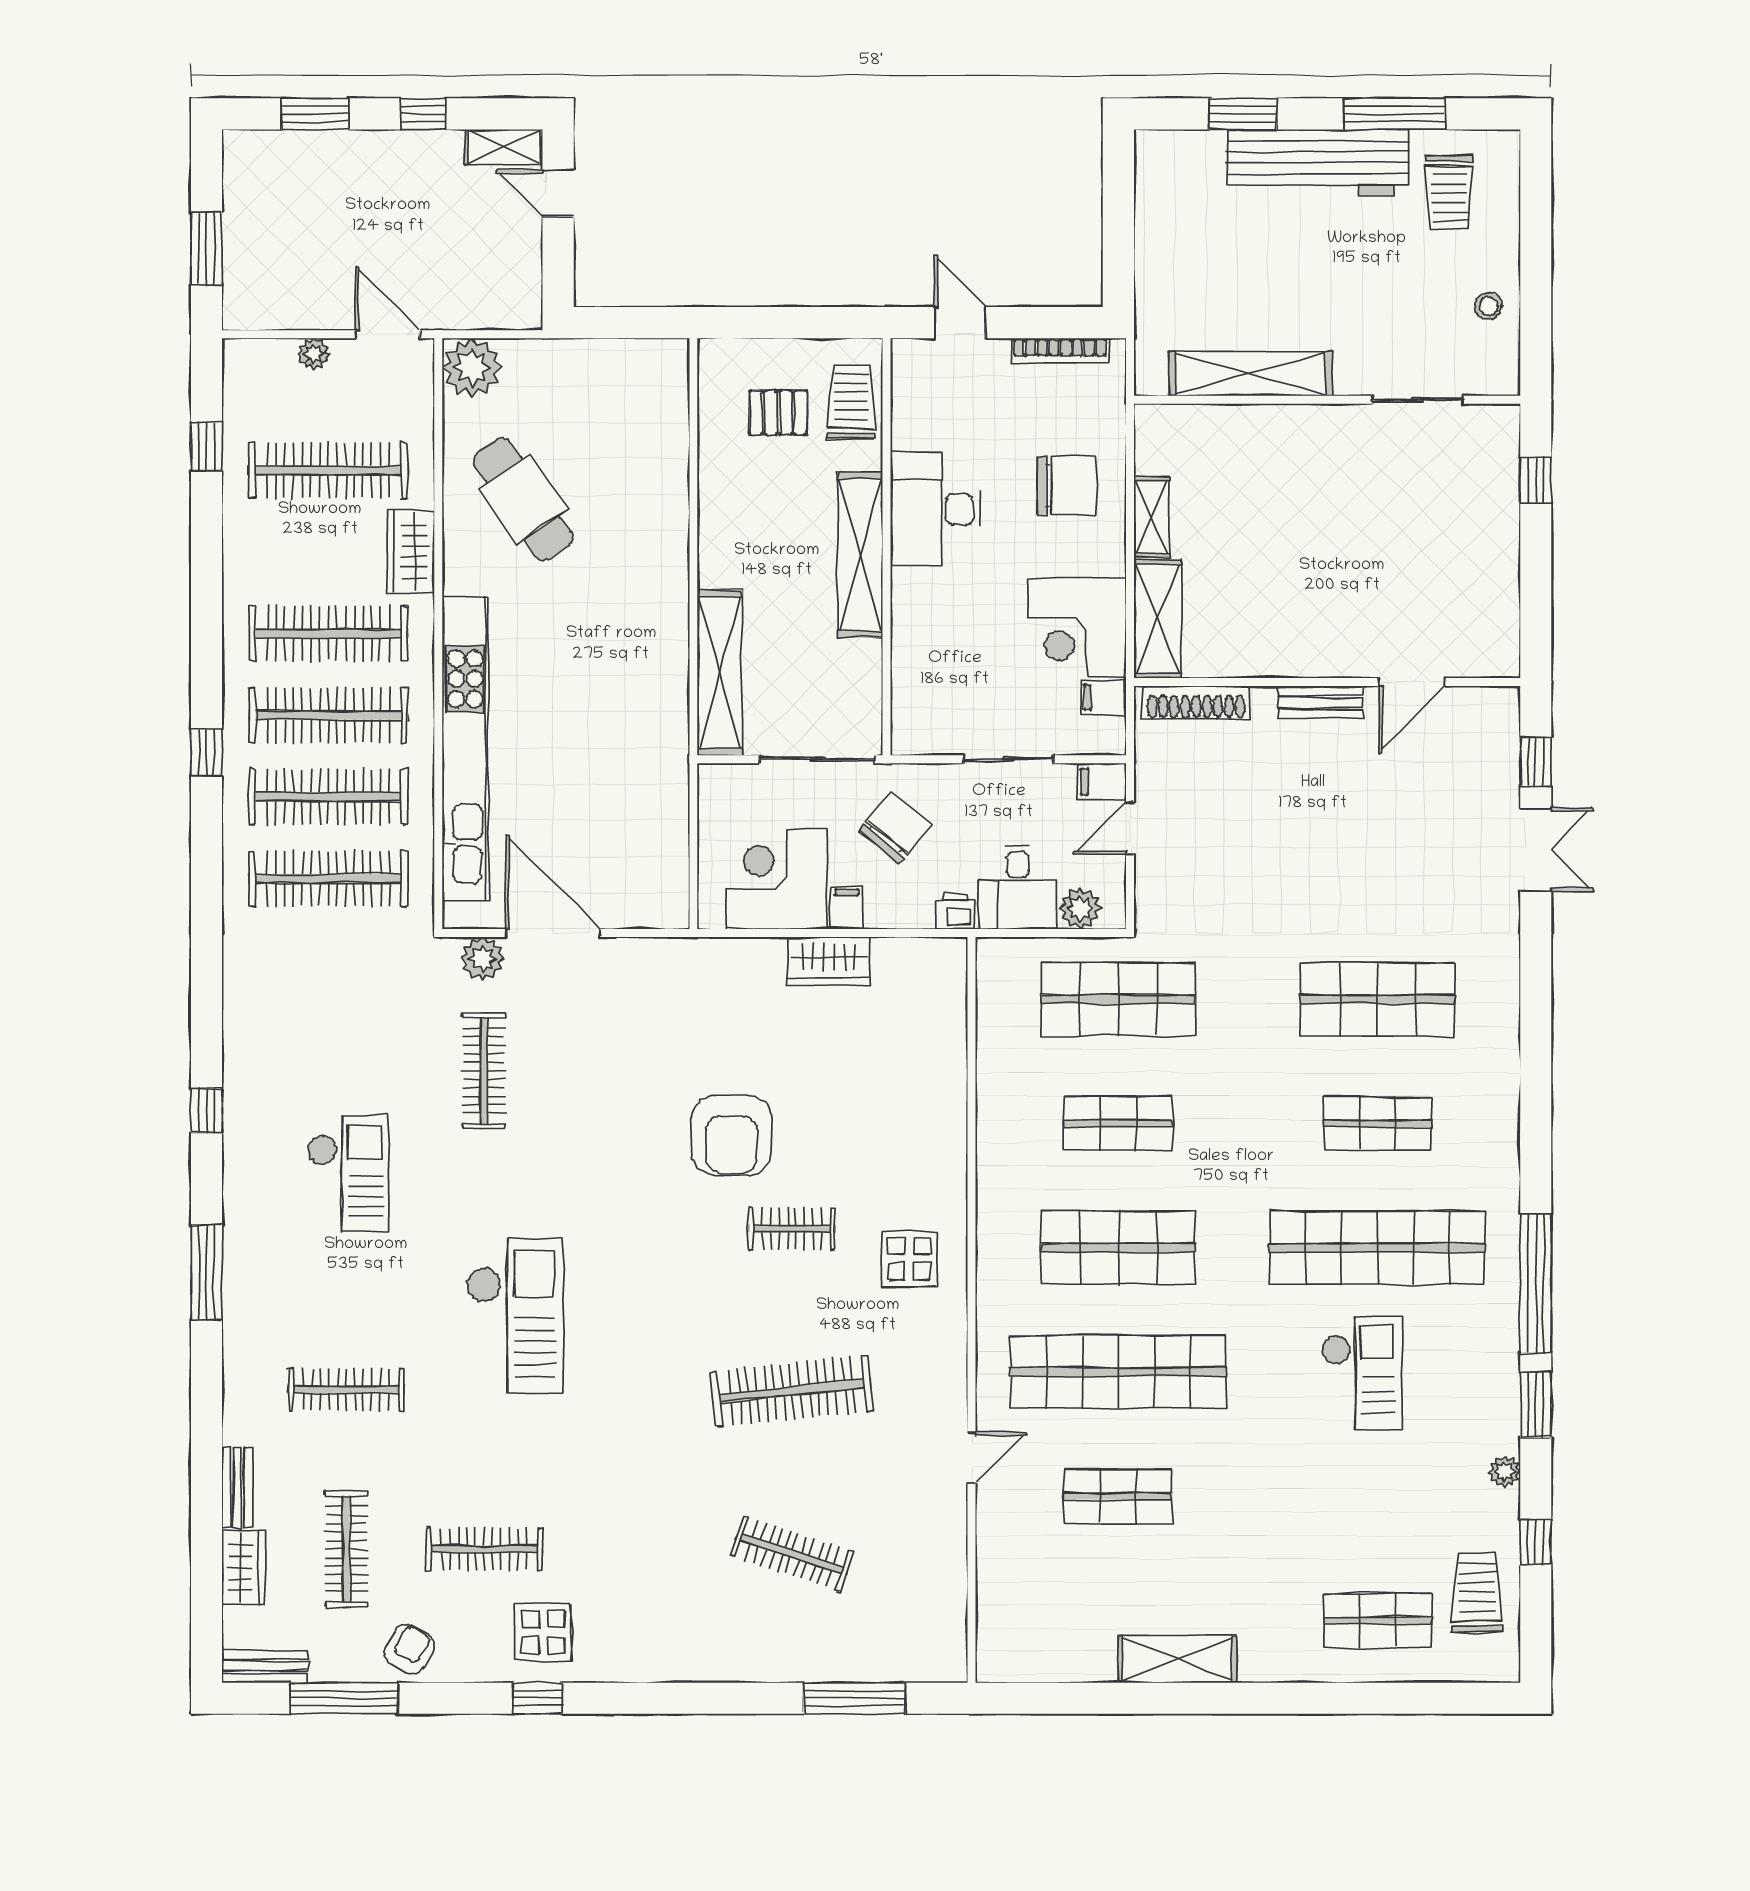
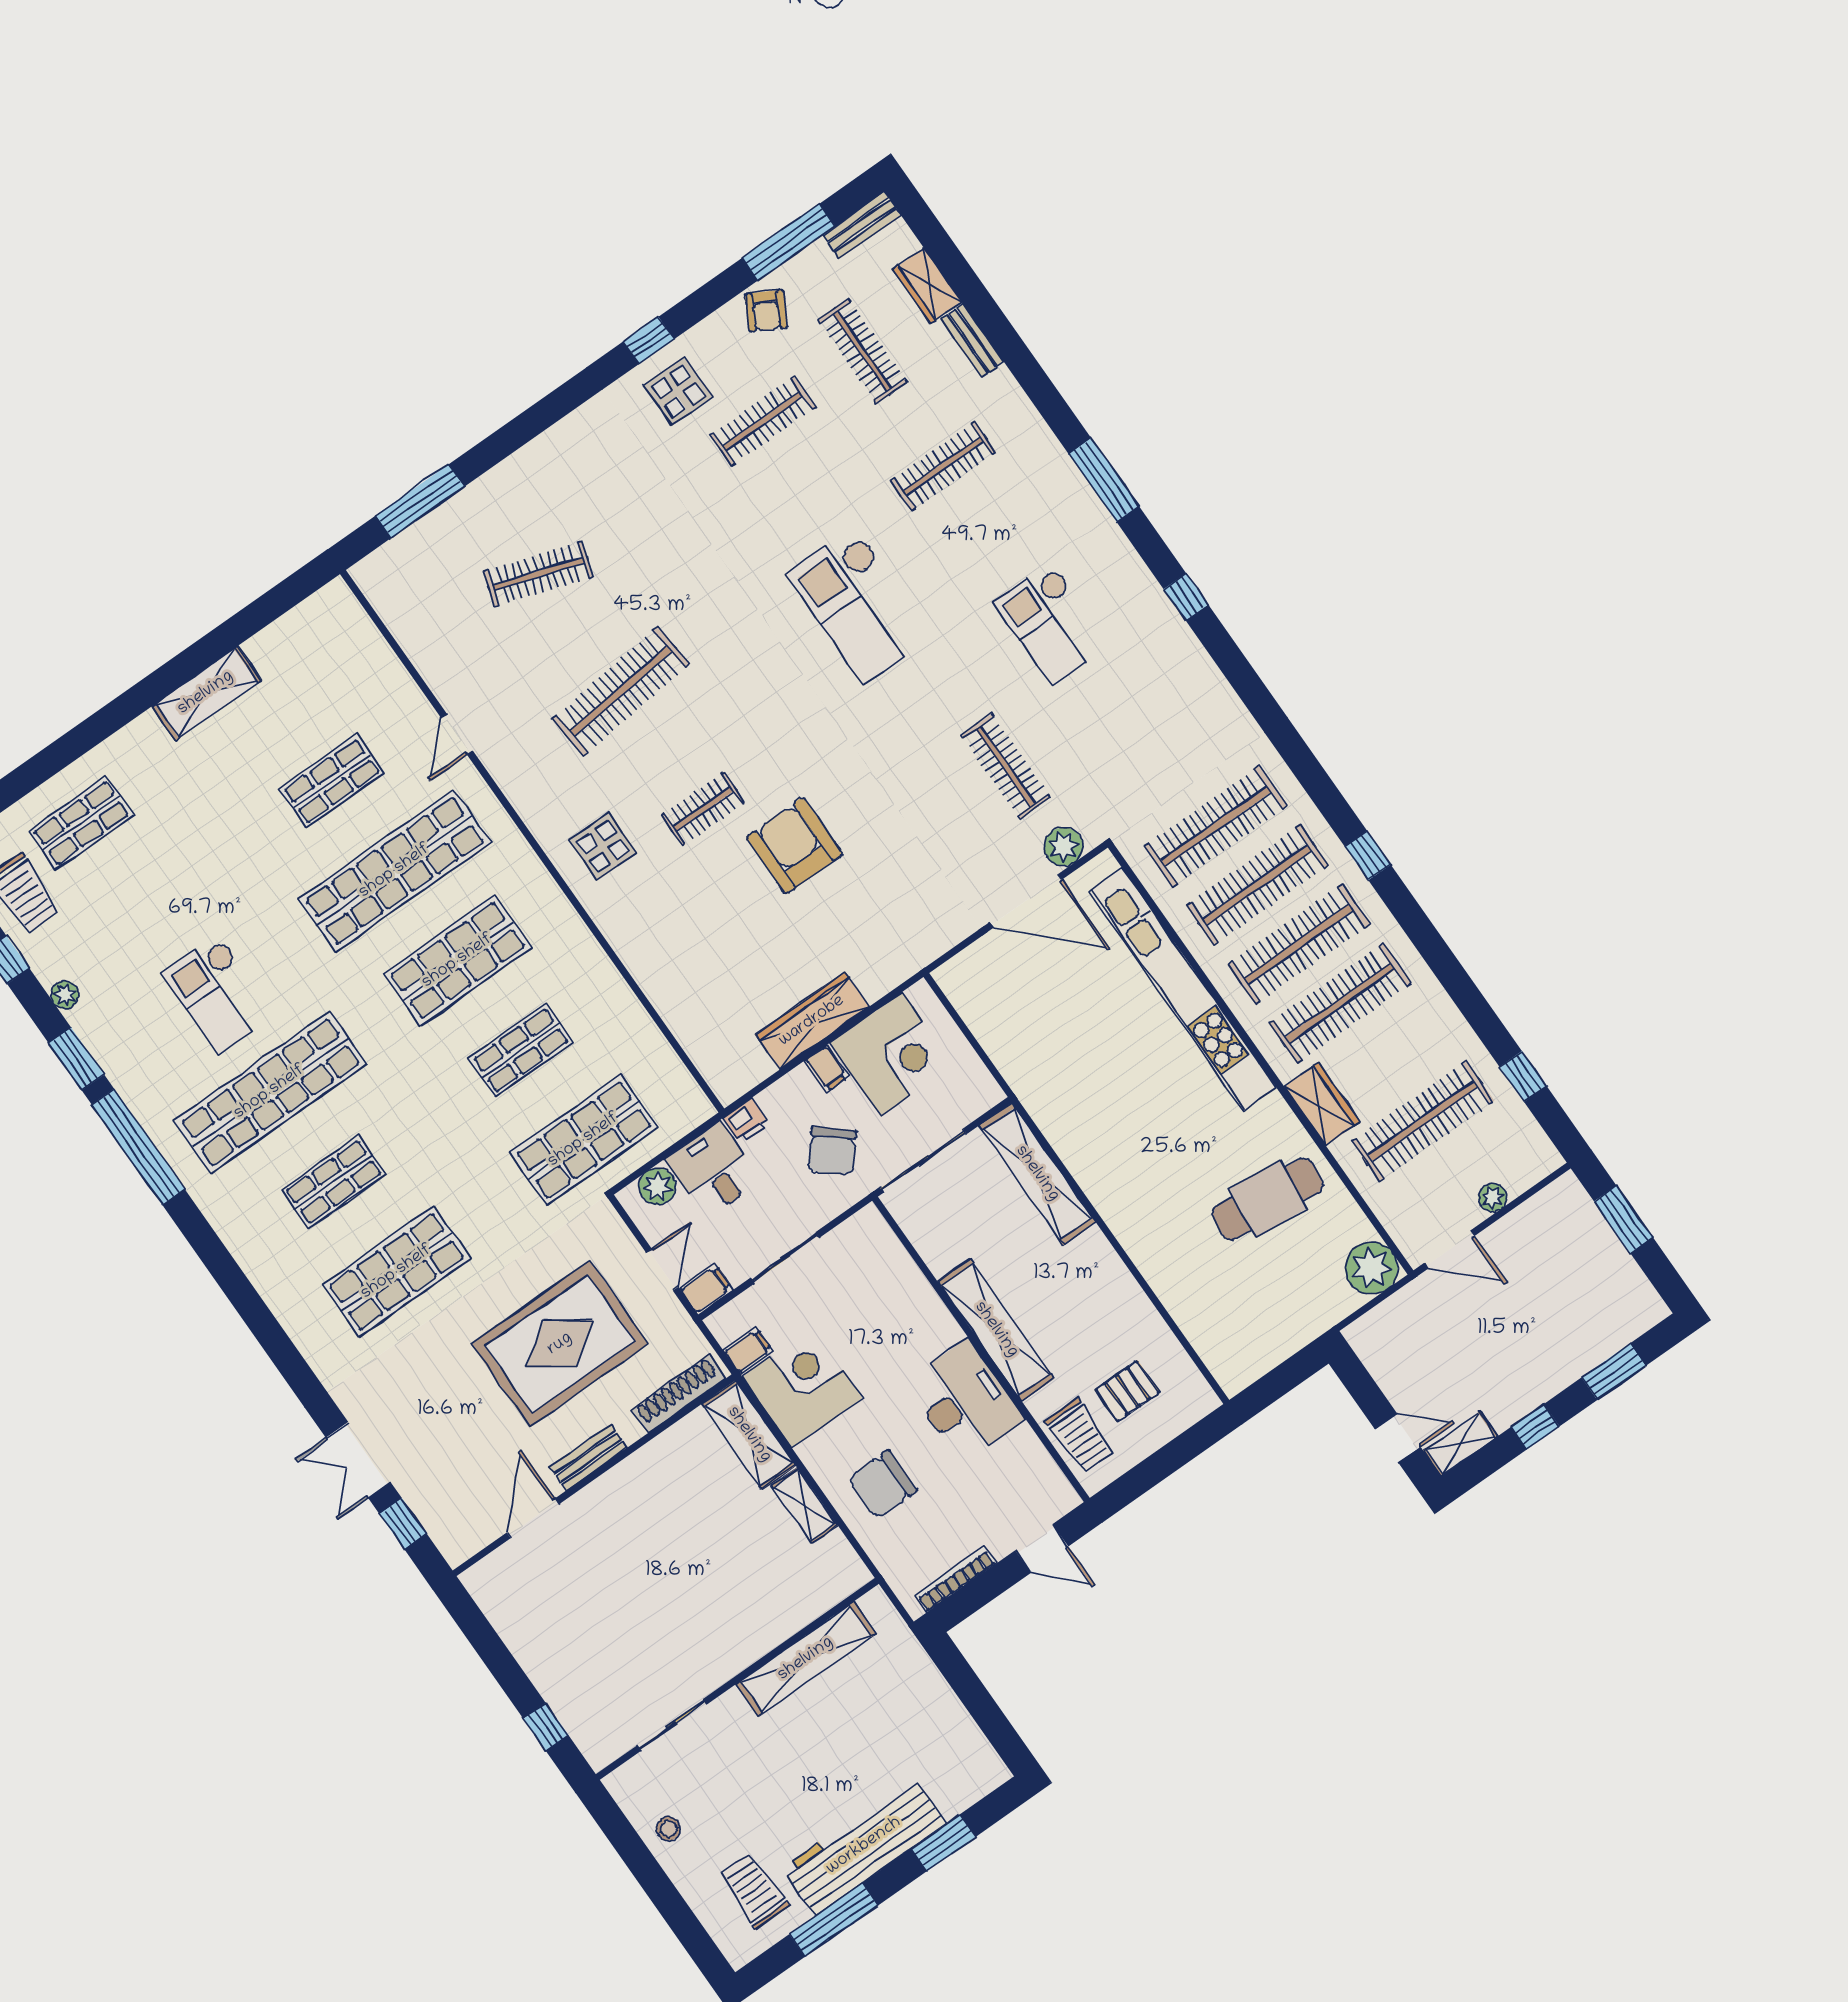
cafe table: (523, 499) -> (1268, 1199), turned -50
rug: (1273, 826) -> (560, 1344), added
wardrobe: (829, 961) -> (812, 1021), width x1.50

